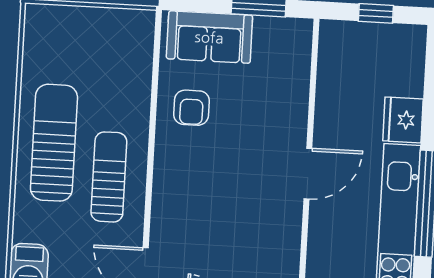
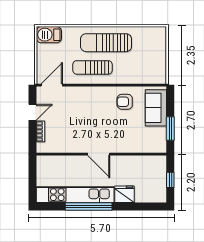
sun lounger: (54, 143) -> (106, 43), turned 180
sun lounger: (109, 177) -> (92, 67), turned 180

